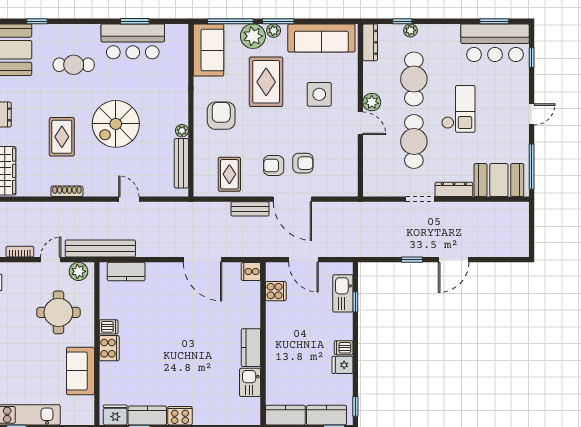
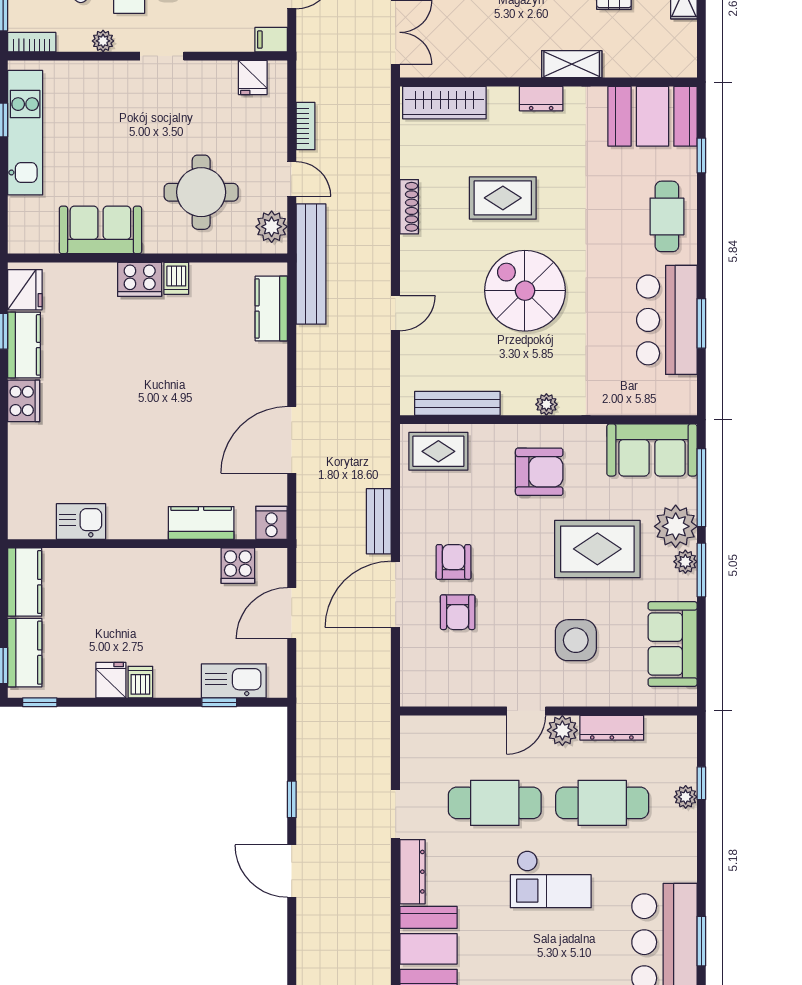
sofa: (321, 38) -> (673, 644), width x0.73
dresser: (370, 42) -> (612, 728), moved
cafe table: (74, 65) -> (667, 216), moved
plant: (182, 131) -> (546, 404), moved
rug: (229, 174) -> (438, 451), moved
kitchen counter: (251, 348) -> (201, 523), moved

